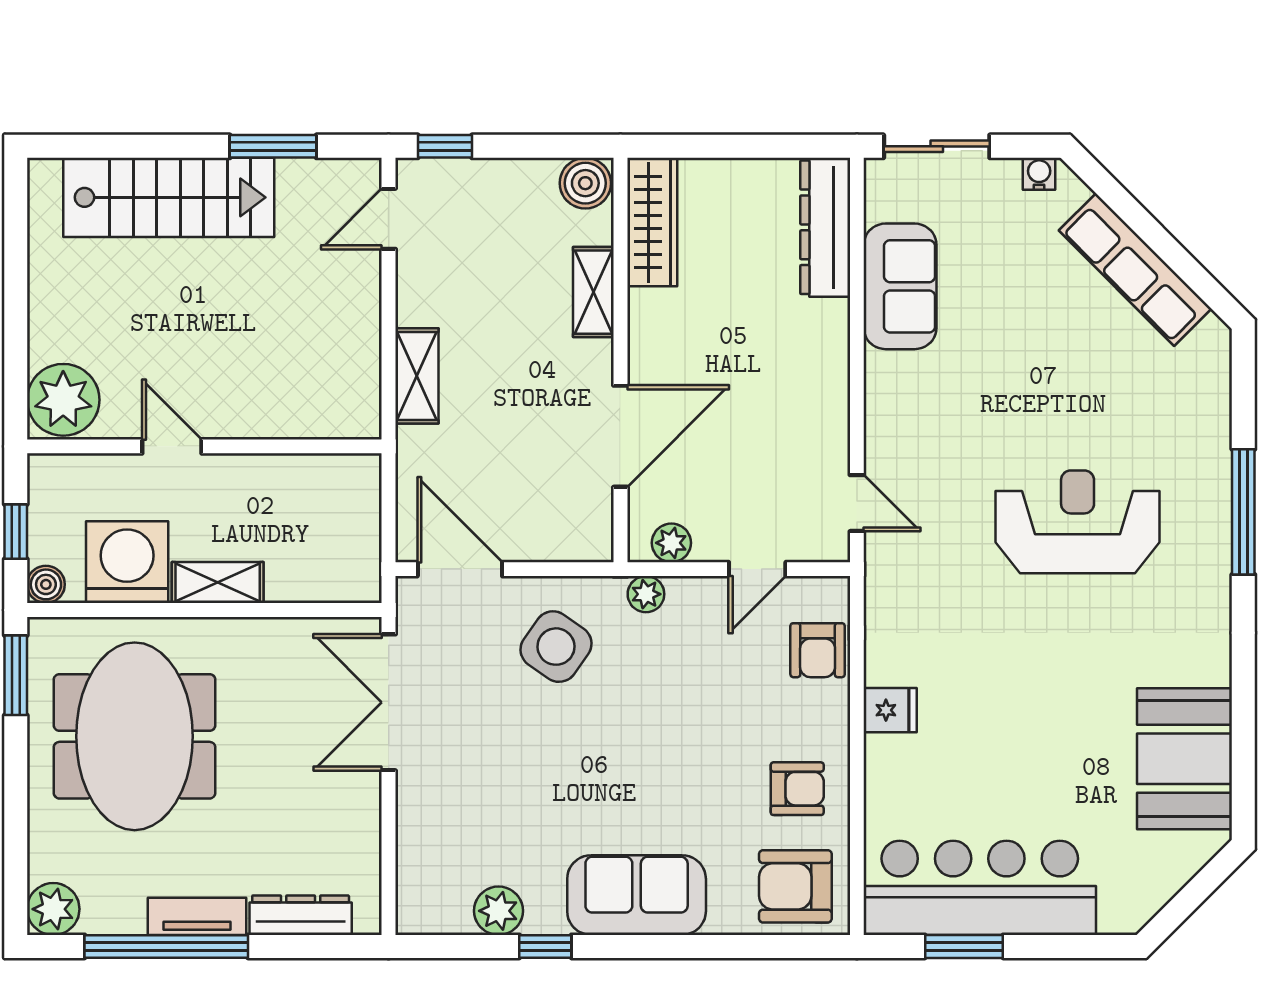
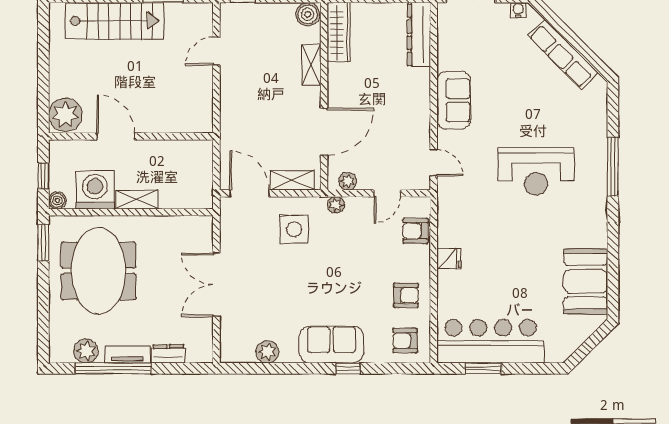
door: (389, 219) -> (216, 51), moved
sofa: (900, 286) -> (454, 100), moved
shelving: (417, 376) -> (292, 180), moved, turned 90
door: (172, 446) -> (116, 136), width x1.38
reception desk: (1078, 522) -> (536, 171), turned 180
side table: (556, 647) -> (294, 229), turned -35
armchair: (818, 650) -> (415, 231), turned 90
double door: (389, 702) -> (216, 285), moved
armchair: (795, 886) -> (405, 341), width x0.72, depth x0.72
plant: (53, 909) -> (86, 351), moved
dresser: (301, 915) -> (168, 354), width x0.70
window: (545, 946) -> (348, 368), moved

